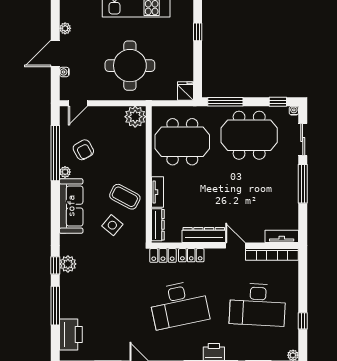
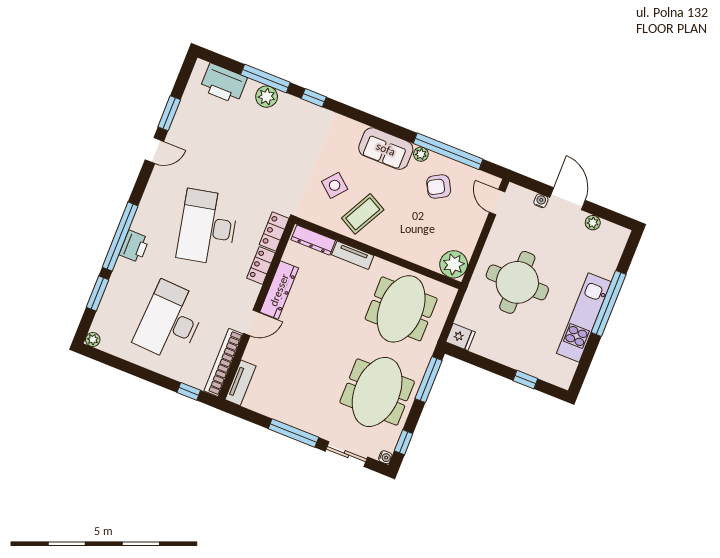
sofa: (71, 206) -> (386, 149), width x0.73
plant: (68, 264) -> (267, 97), moved
window: (303, 321) -> (189, 391), moved

